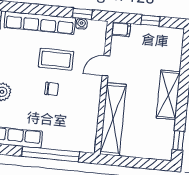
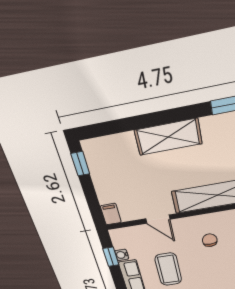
window: (151, 21) -> (80, 164), moved
chair: (52, 89) -> (210, 240), moved

